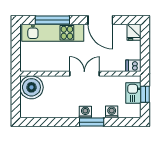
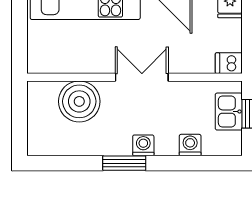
boiler: (31, 87) -> (79, 101), moved
window: (92, 122) -> (124, 163), moved

